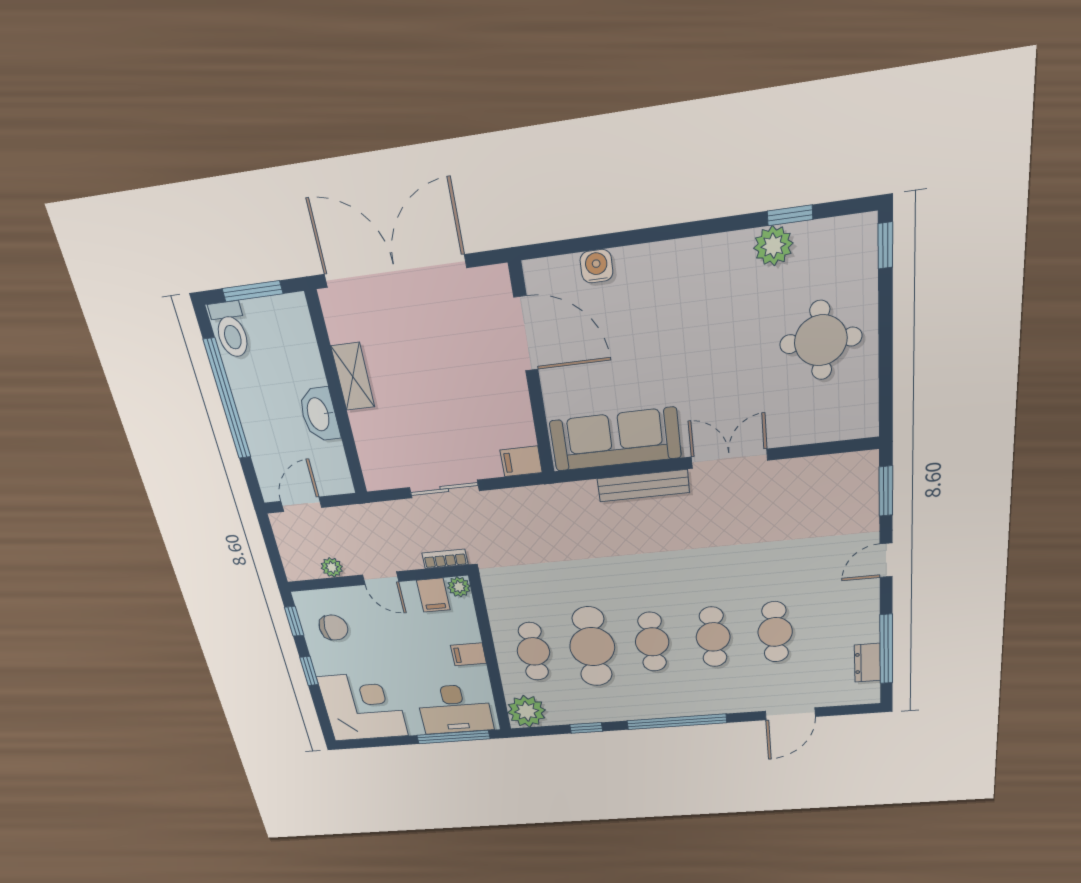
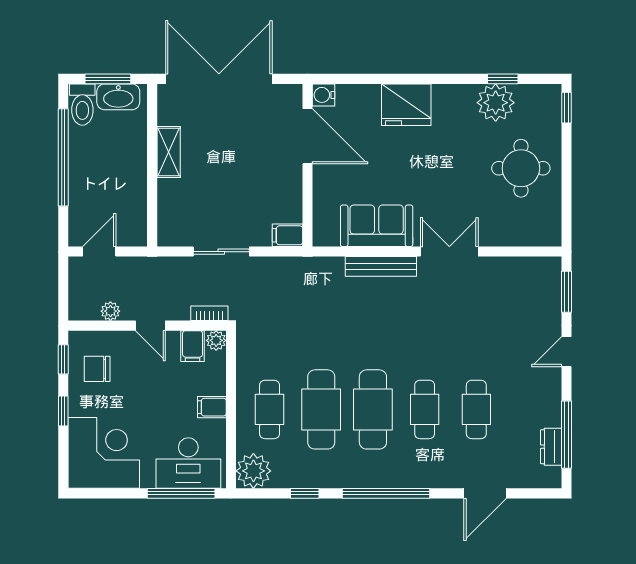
plant: (773, 246) -> (496, 103), width x1.36, depth x1.36
water cooler: (596, 266) -> (324, 95), moved, turned -90
fridge: (654, 272) -> (406, 105), added
washbasin: (319, 414) -> (118, 97), moved, turned -90
sofa: (615, 439) -> (377, 226), width x0.73
chair: (333, 628) -> (97, 369), turned 180
cafe table: (652, 642) -> (373, 409), width x1.37, depth x1.35

